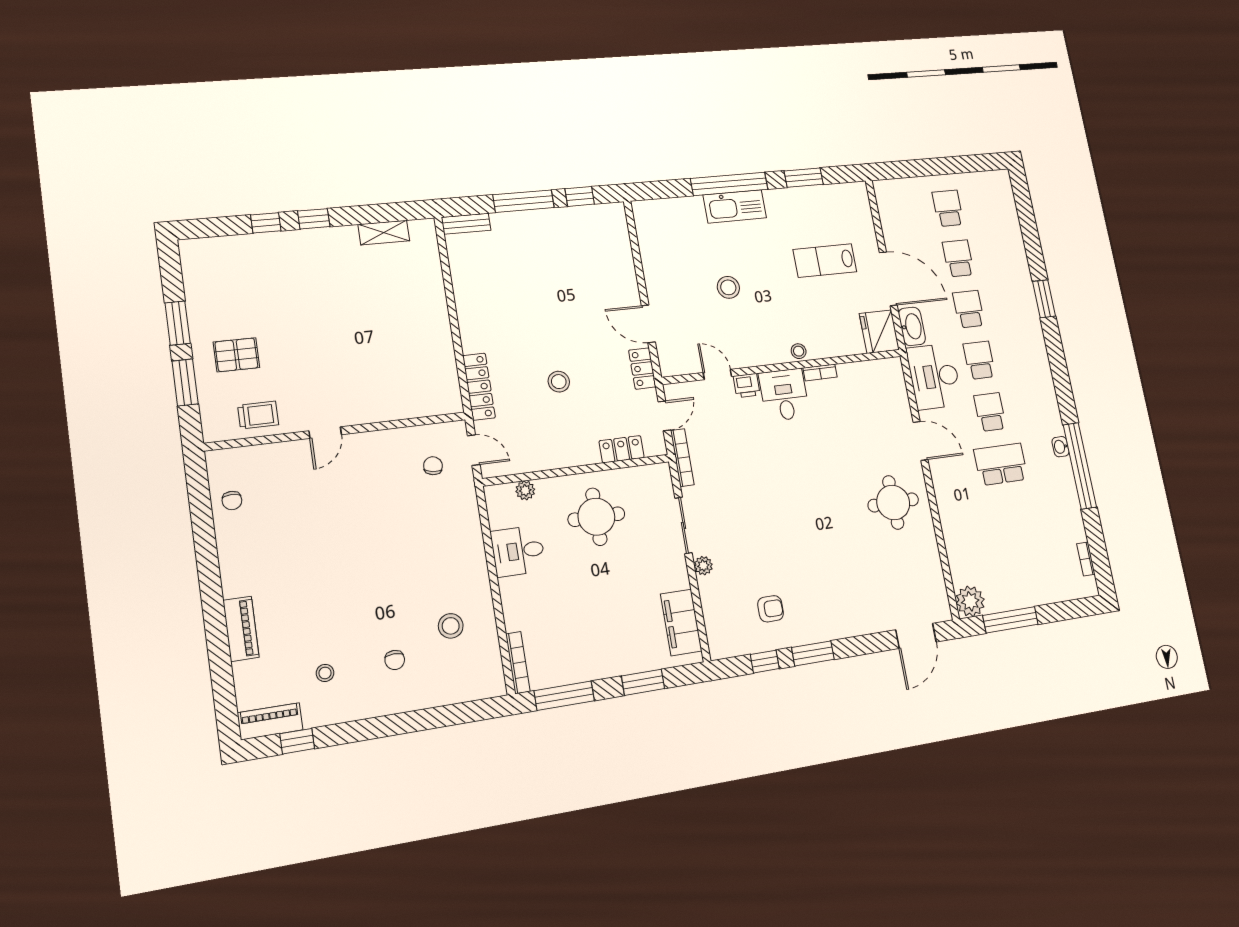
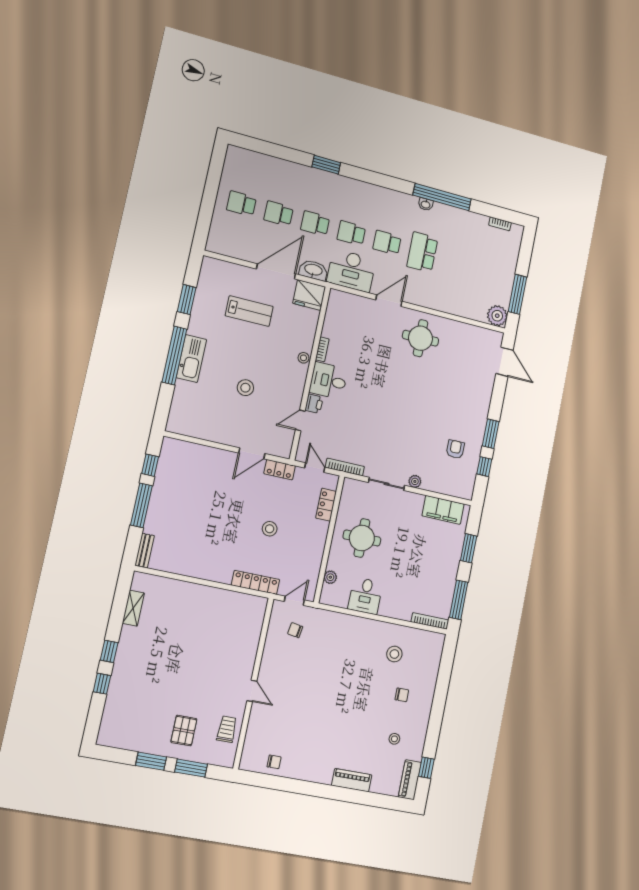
lab bench: (825, 261) -> (249, 311), turned -90

